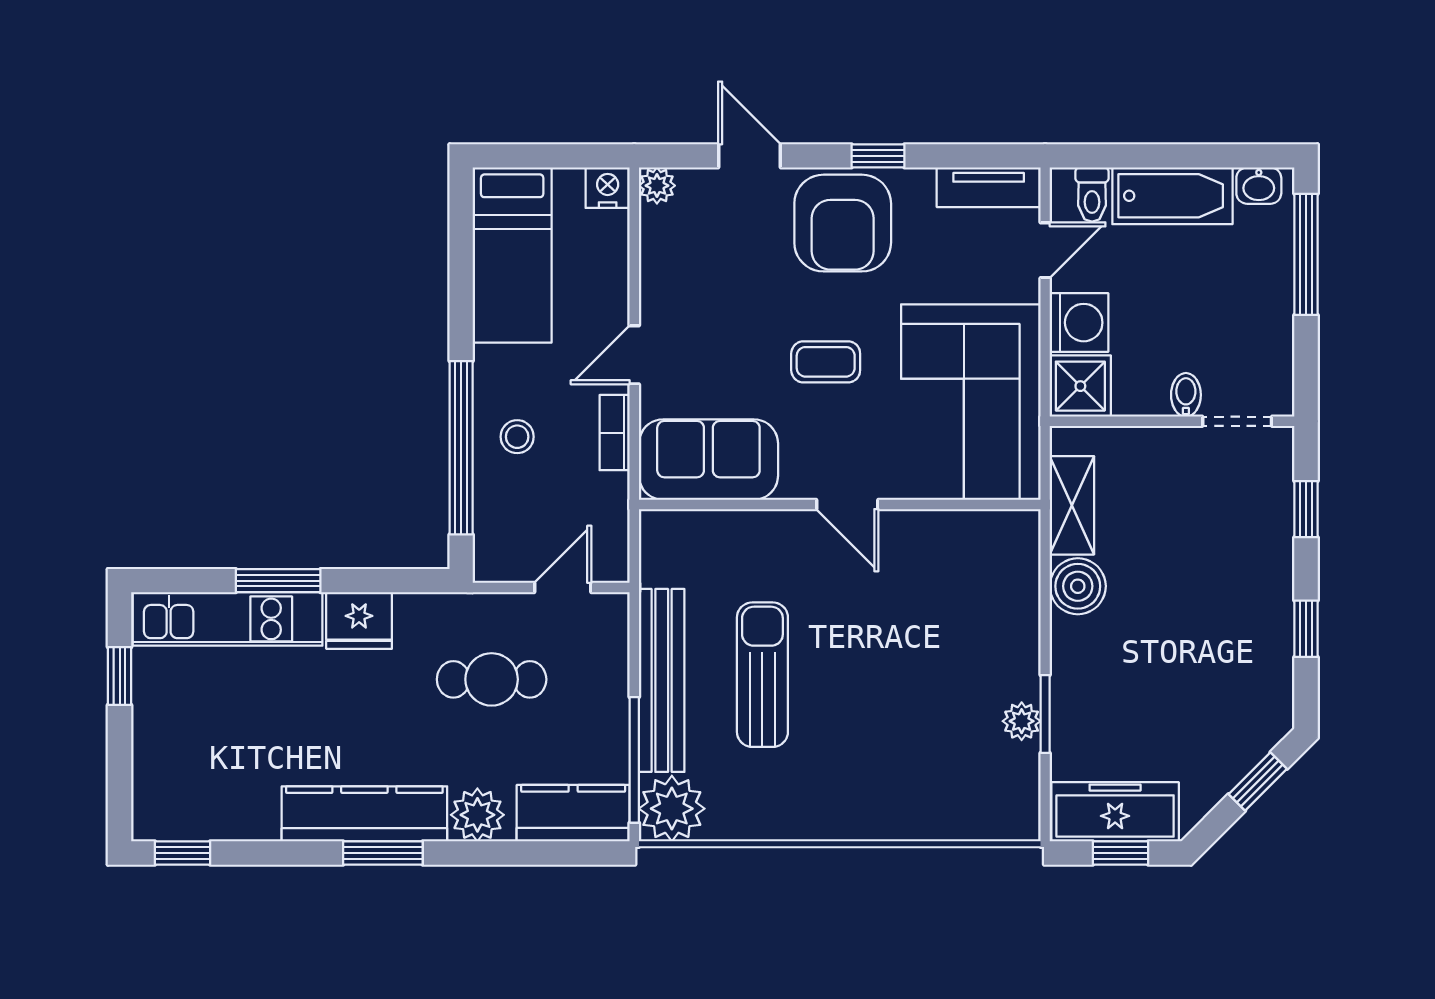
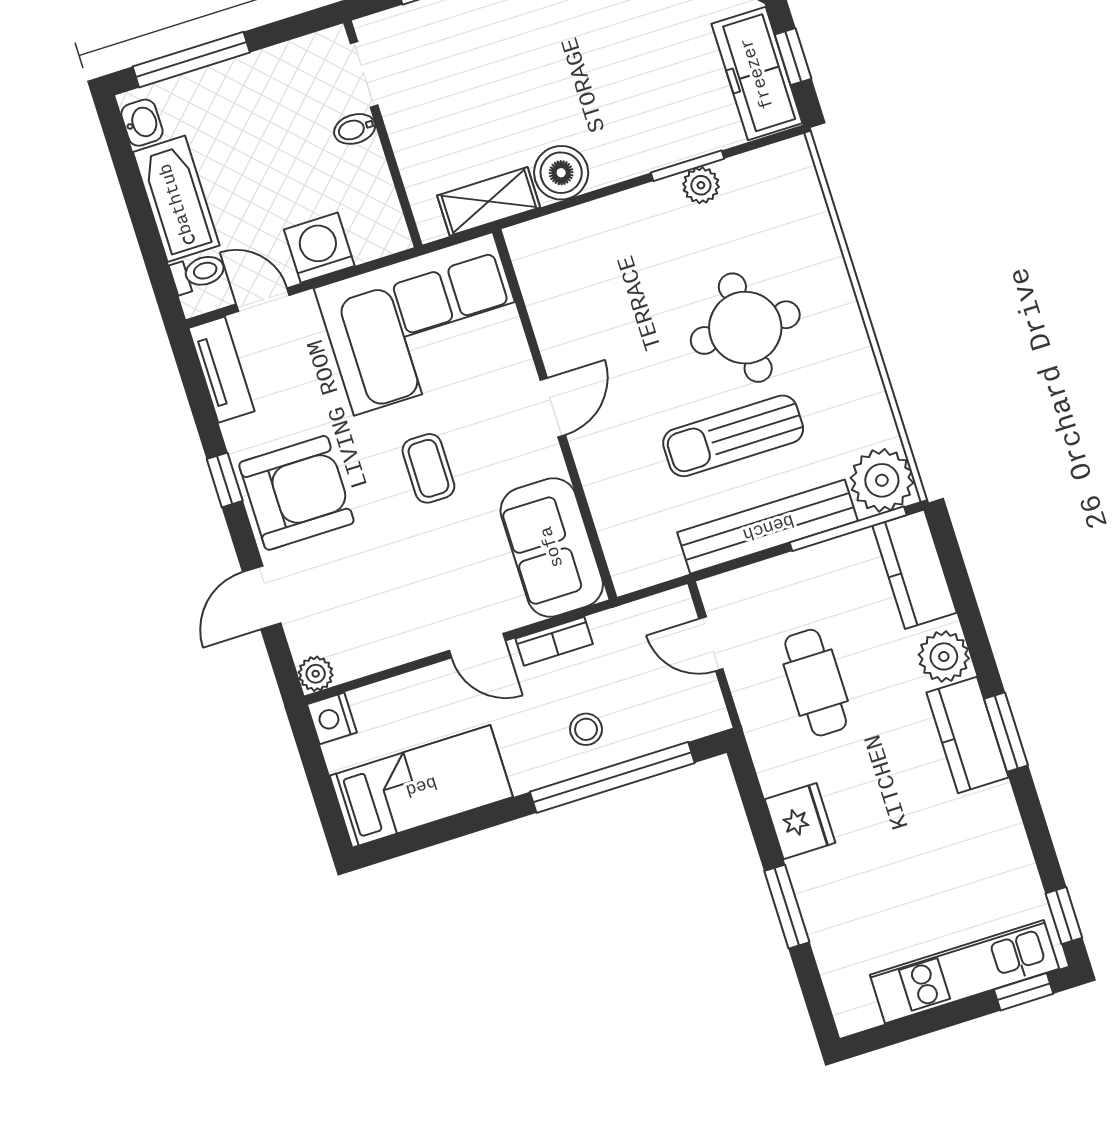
shower: (1080, 386) -> (377, 228), removed
kitchen unit: (228, 619) -> (964, 972), moved, turned -90
window: (120, 676) -> (1024, 992), moved
round table: (866, 721) -> (745, 328), added
kitchen counter: (364, 814) -> (968, 735), width x0.67

